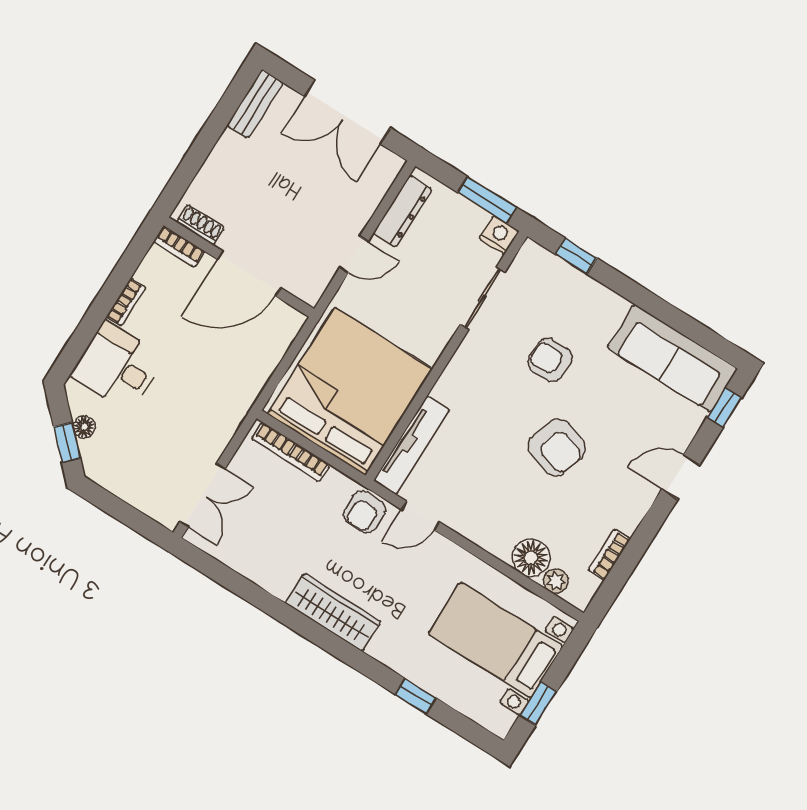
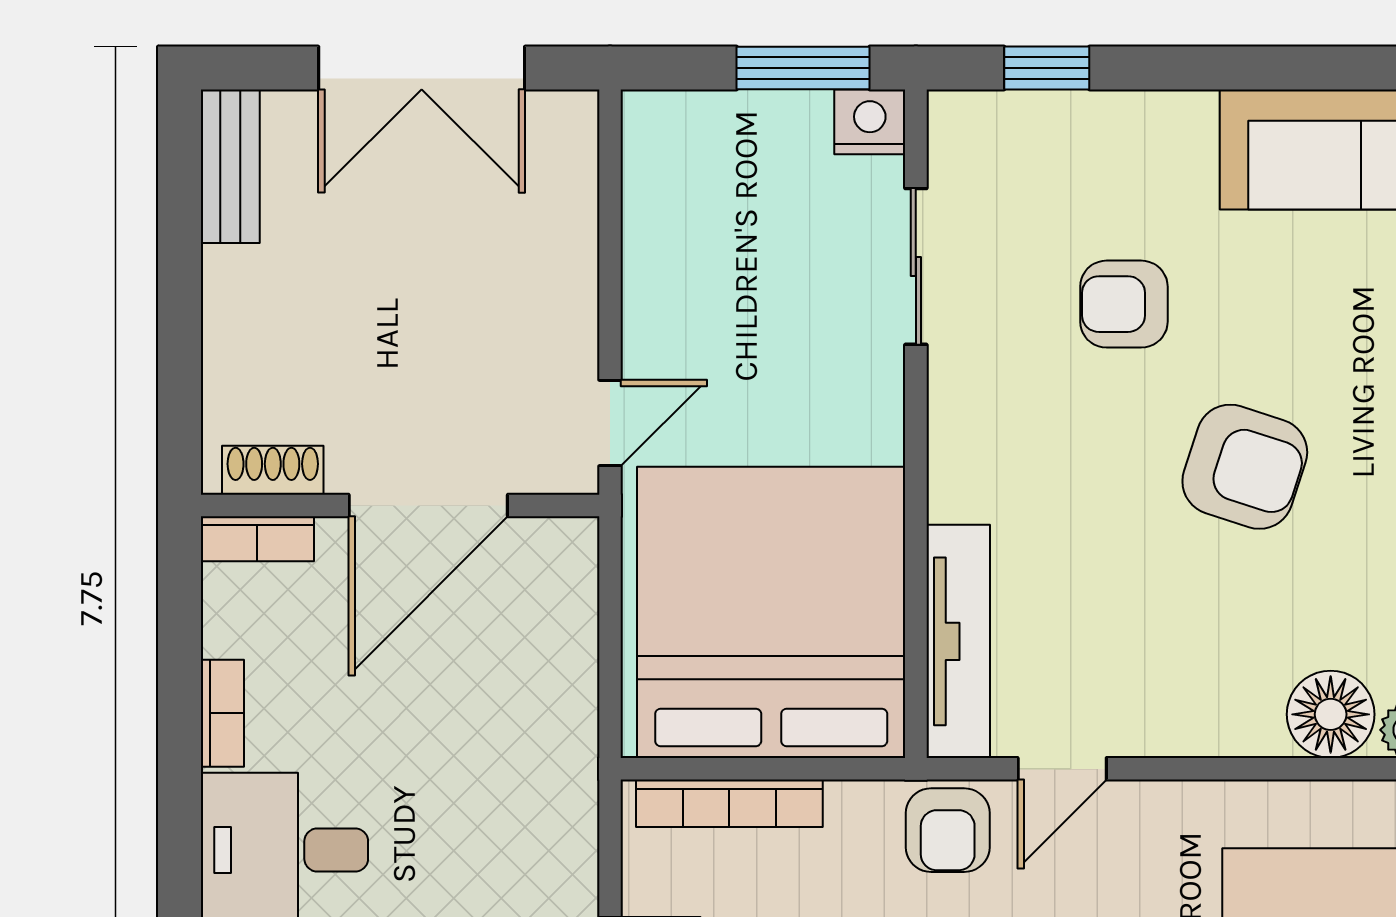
dresser: (403, 211) -> (652, 195), removed
door: (354, 255) -> (610, 423), moved

